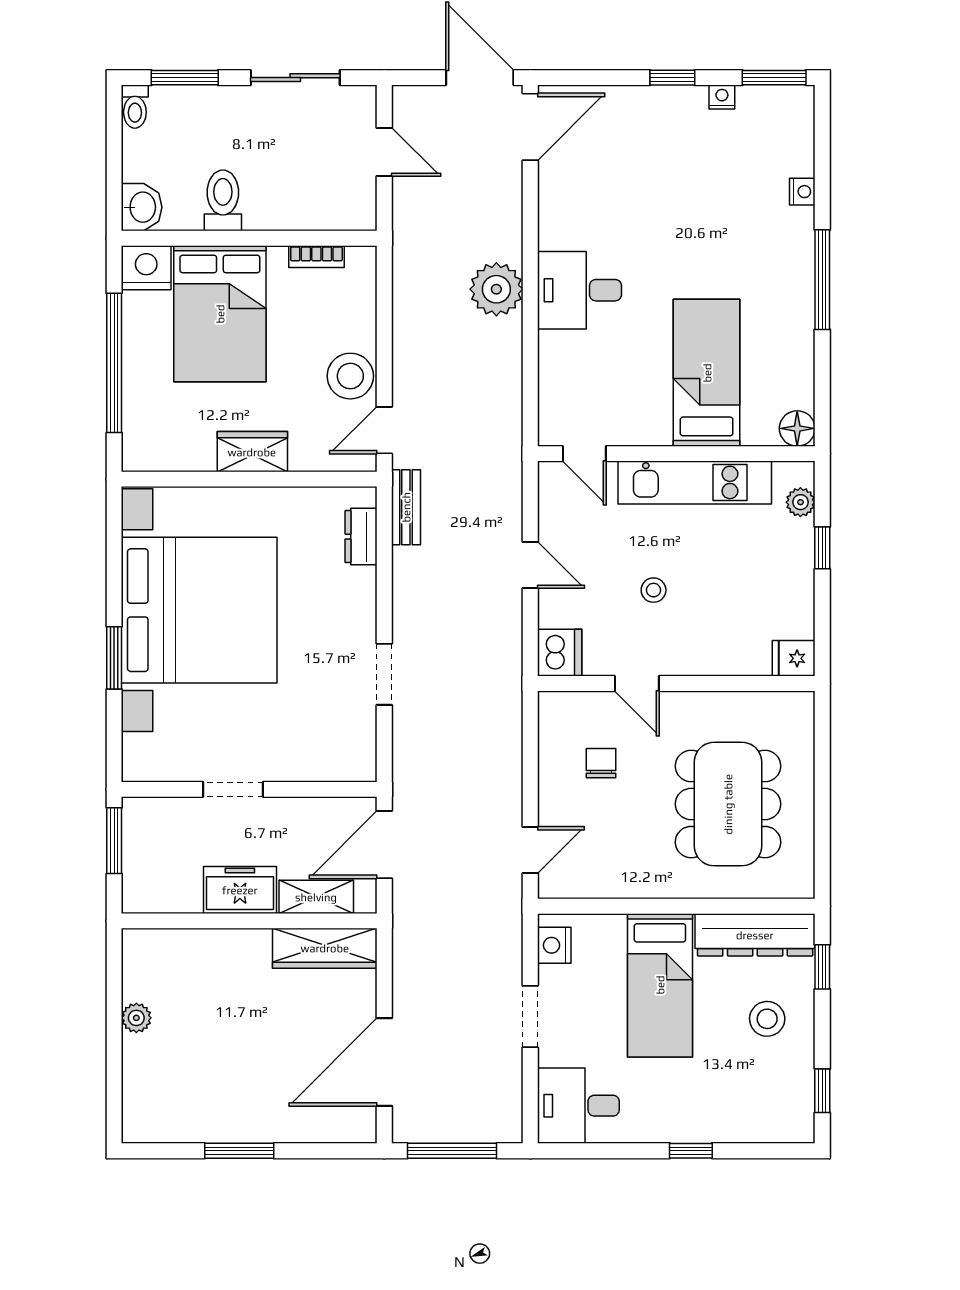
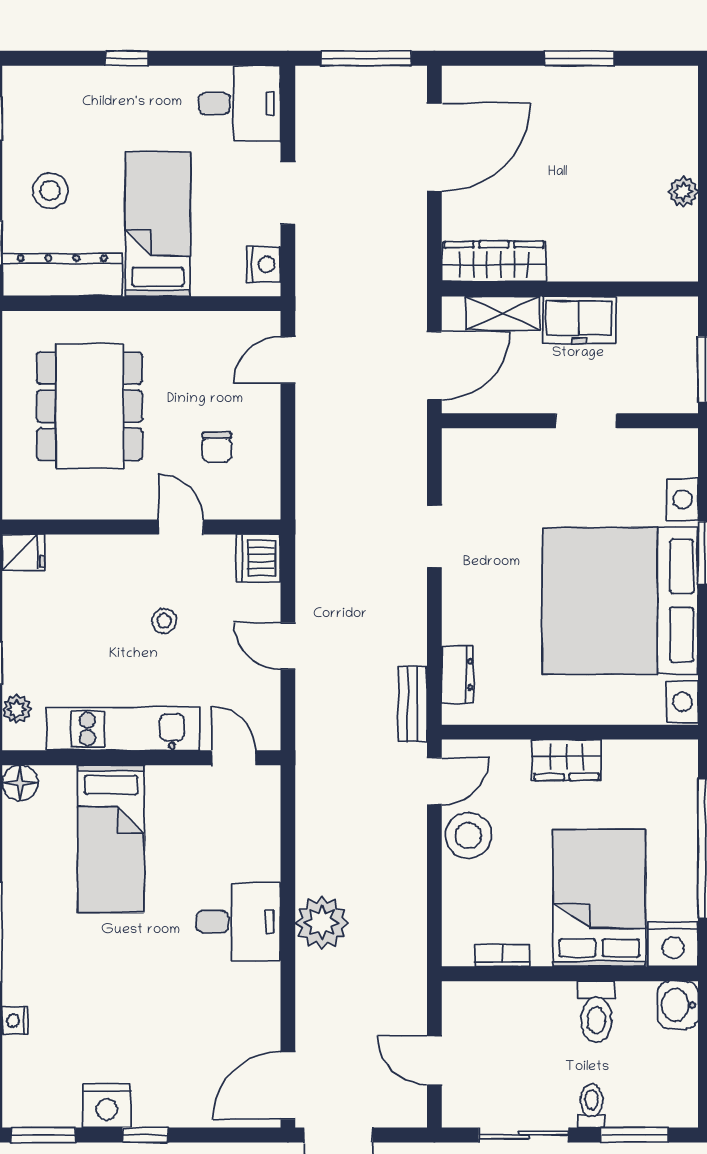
nightstand: (722, 97) -> (107, 1106), width x1.89, depth x1.79
toilet: (135, 107) -> (592, 1106), moved

